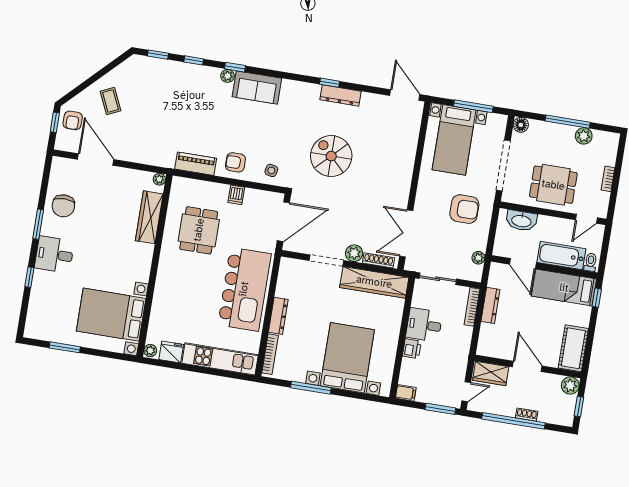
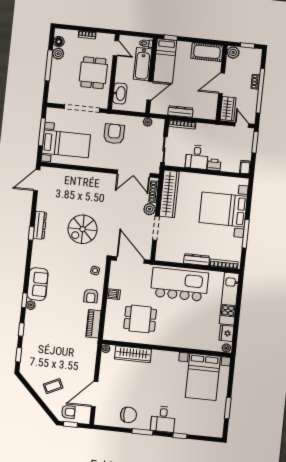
floor lamp: (521, 125) -> (59, 42), moved

